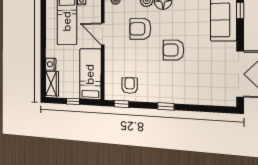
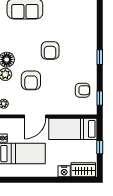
armchair: (130, 86) -> (83, 90), turned 180

